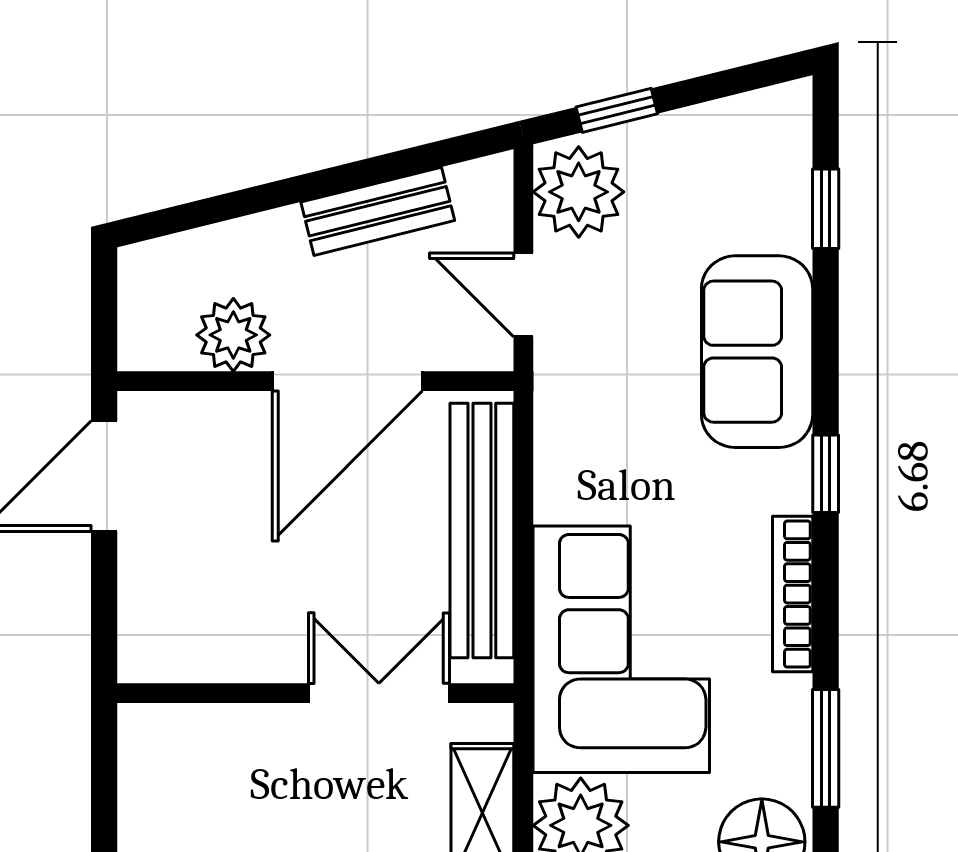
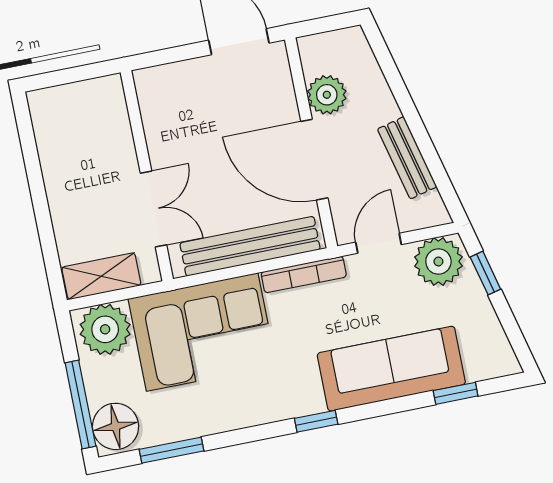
sofa: (757, 352) -> (391, 369), width x1.36
bookcase: (793, 594) -> (304, 274), moved, turned 180

